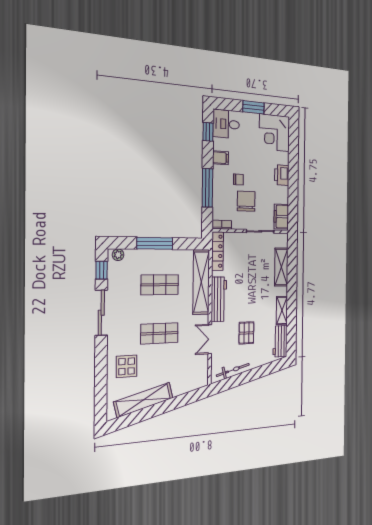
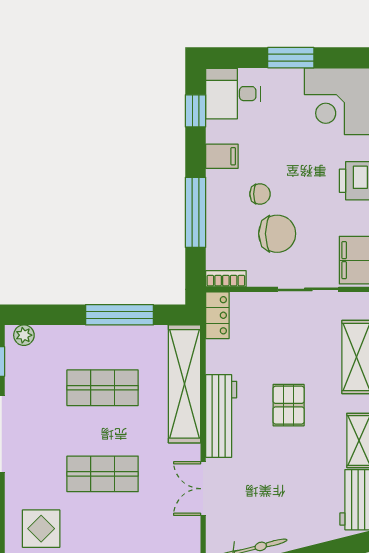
chair: (246, 201) -> (277, 234), turned 90
window: (155, 243) -> (119, 315), moved
locker: (217, 251) -> (217, 315), width x0.66
pallet: (246, 333) -> (289, 405), moved

